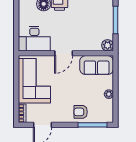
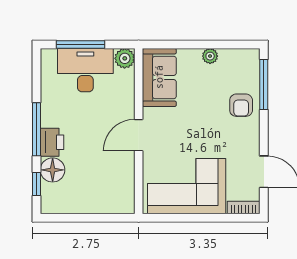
desk: (34, 39) -> (85, 70), moved, turned -90
door: (64, 53) -> (139, 135), swing flipped

